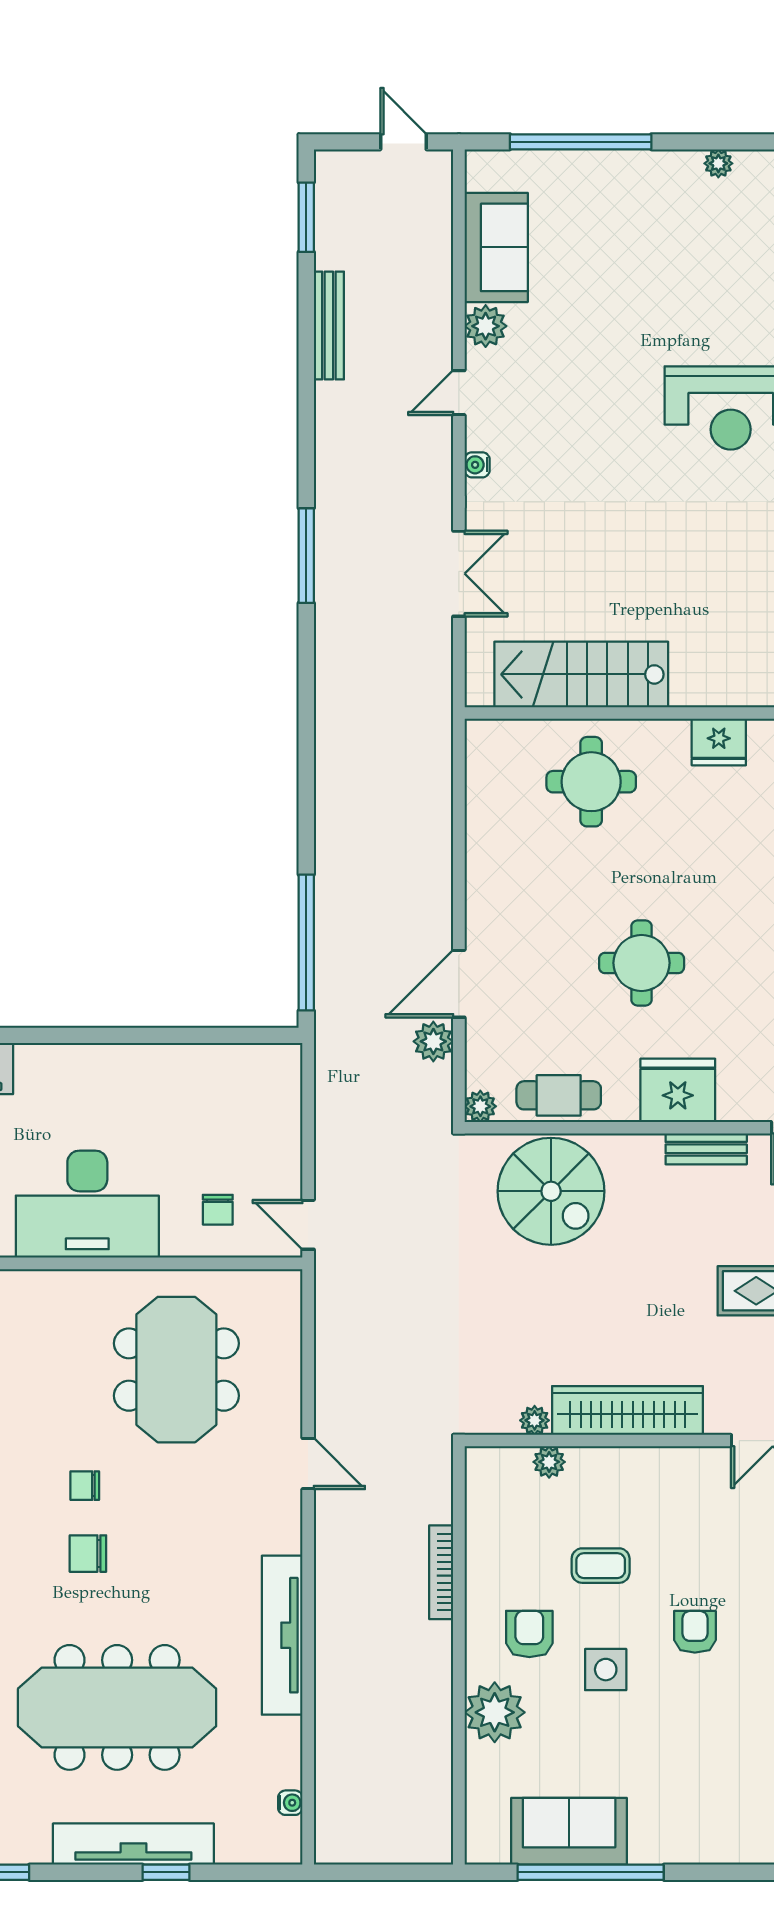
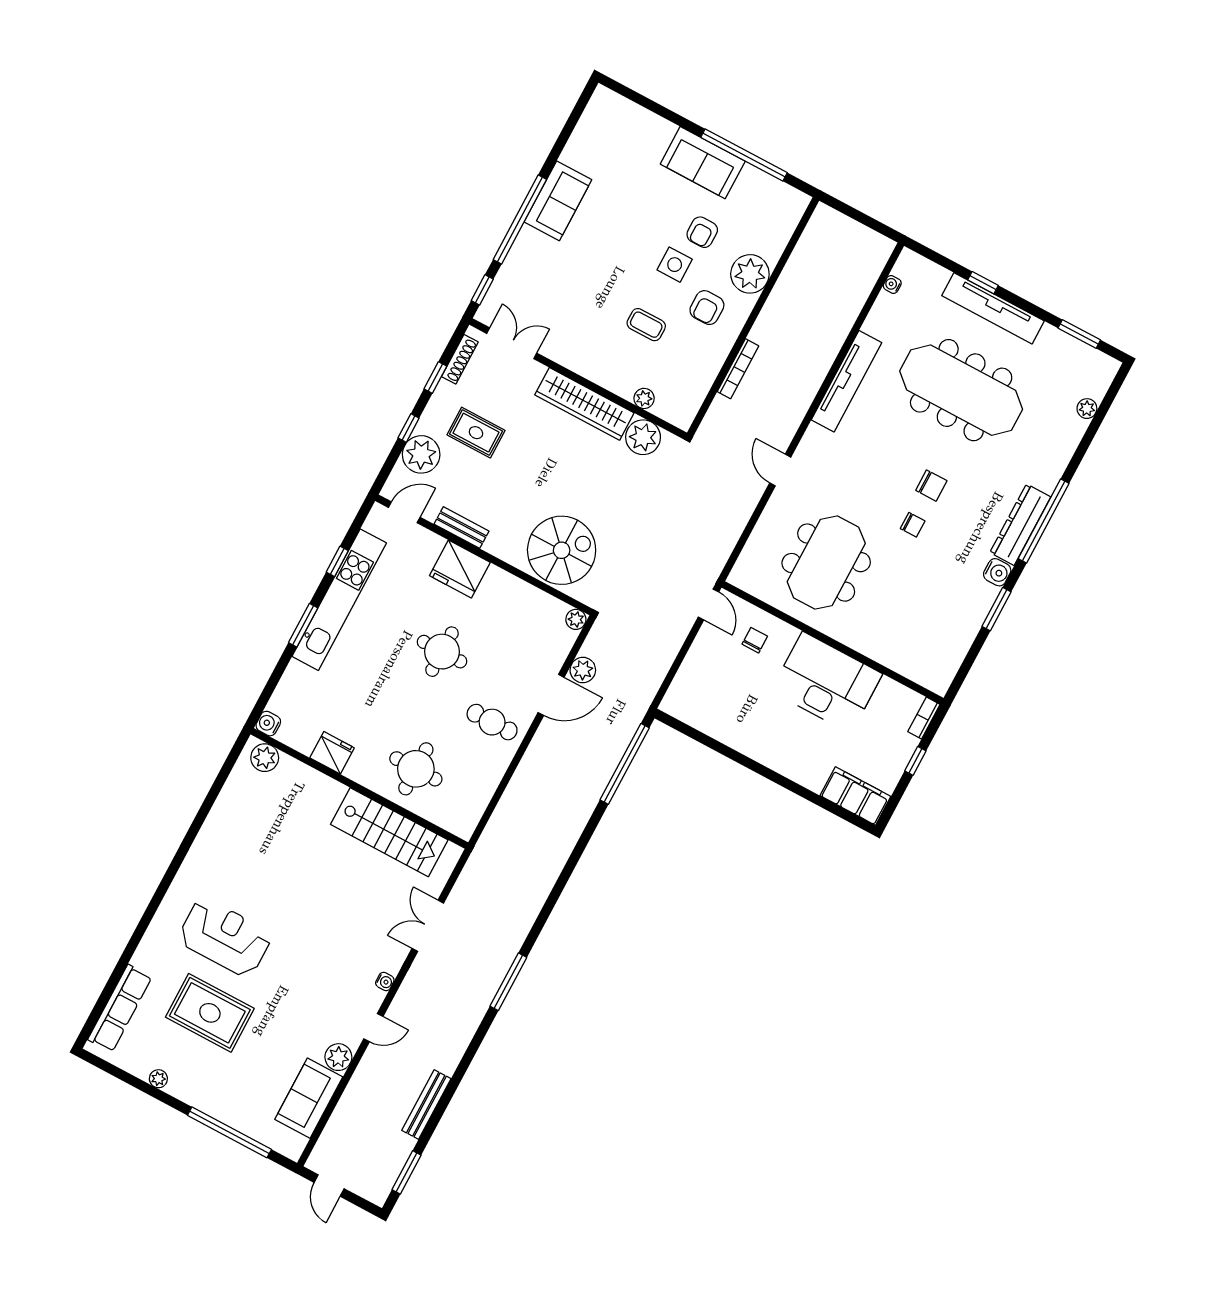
rug: (696, 292) -> (210, 1013), added
cafe table: (559, 1095) -> (492, 722), moved
spiral stairs: (551, 1191) -> (562, 550), turned 90
plant: (535, 1420) -> (643, 437), width x1.88, depth x1.88
armchair: (695, 1632) -> (702, 232), moved
sofa: (569, 1831) -> (703, 163), moved

